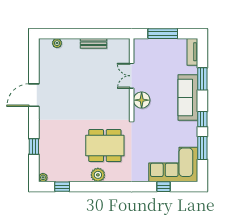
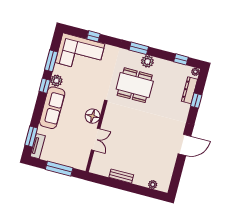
window: (202, 79) -> (31, 137), moved
plant: (191, 128) -> (56, 81), added
dresser: (44, 156) -> (189, 90), added
window: (111, 187) -> (139, 48), added

